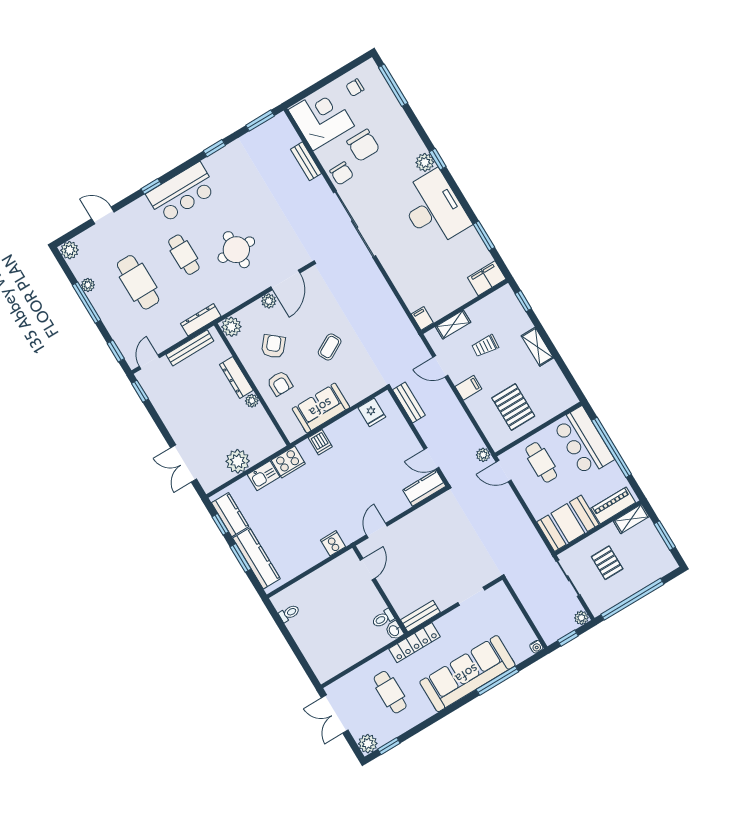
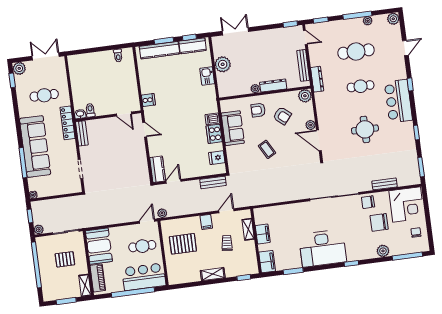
plant: (425, 162) -> (383, 251), moved
round table: (236, 250) -> (365, 129), moved
filing cabinet: (422, 318) -> (263, 234), moved, width x2.00
cooker: (288, 462) -> (214, 134), moved

